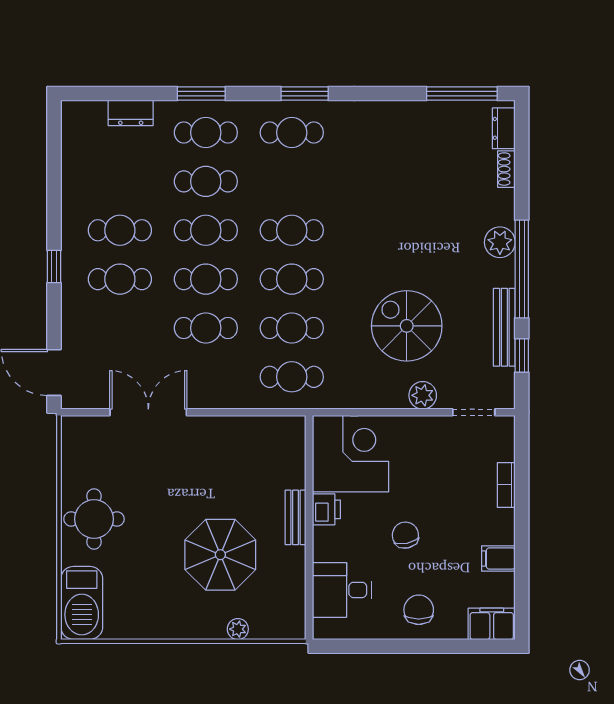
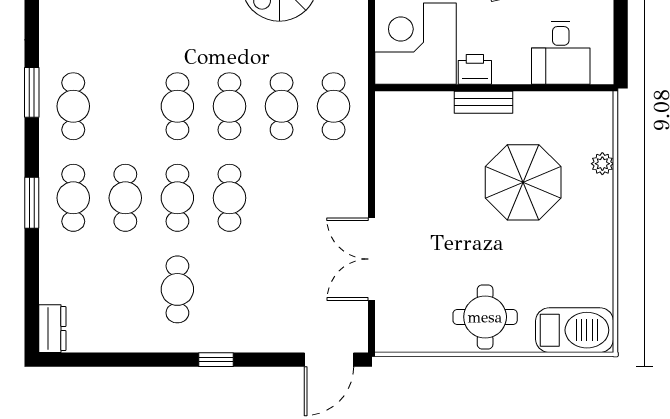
dresser: (131, 113) -> (52, 329), moved
cafe table: (120, 279) -> (229, 289), removed
cafe table: (206, 328) -> (282, 198), removed

